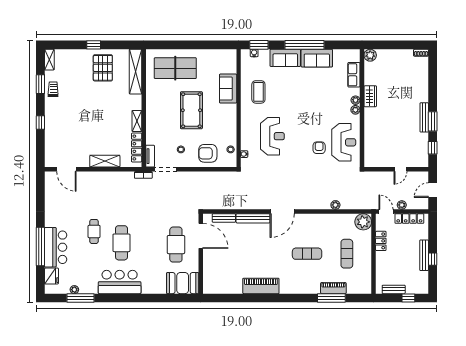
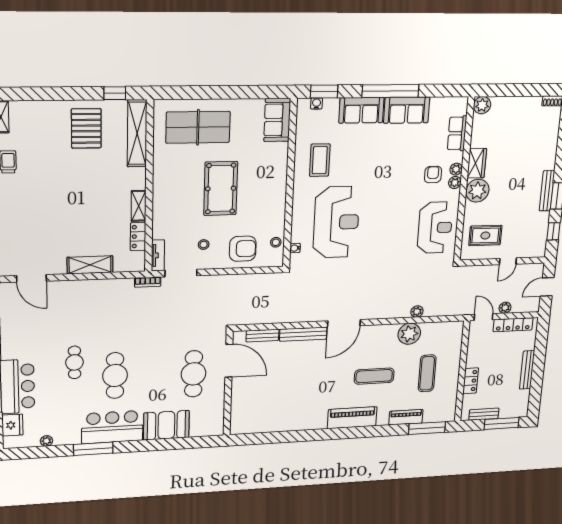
window: (94, 45) -> (115, 93), moved
sofa: (228, 89) -> (277, 120), moved
plant: (372, 116) -> (477, 191), added
reception desk: (272, 136) -> (336, 222), width x1.36, depth x1.30
locker: (137, 148) -> (138, 236), width x0.66
armchair: (319, 148) -> (433, 175), moved
rug: (382, 149) -> (485, 236), added
armchair: (208, 153) -> (243, 249), turned 180
plant: (363, 222) -> (409, 334), moved
locker: (381, 241) -> (471, 381), moved
window: (433, 259) -> (537, 374), removed
booth: (183, 283) -> (166, 425), moved
piano: (261, 286) -> (352, 418), moved
window: (80, 298) -> (93, 449), moved
window: (331, 298) -> (427, 428), moved
window: (408, 298) -> (501, 423), width x2.17

